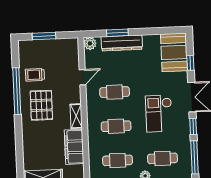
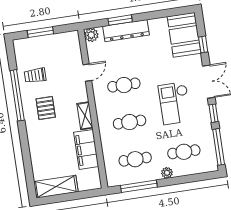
pallet: (41, 105) -> (46, 108), width x0.67, depth x0.71

